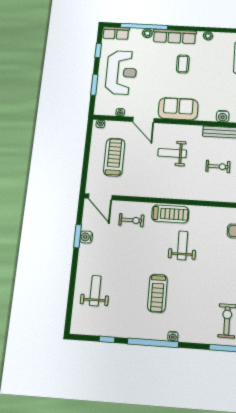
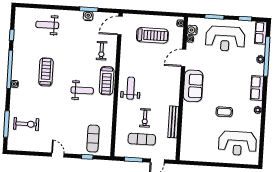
row of seats: (175, 36) -> (257, 88), width x0.68
coffee table: (183, 64) -> (224, 112), moved
water cooler: (223, 116) -> (192, 30), moved
weight bench: (172, 153) -> (131, 88), moved
weight bench: (95, 291) -> (47, 25), turned 180
treadmill: (157, 293) -> (46, 72), turned 90

